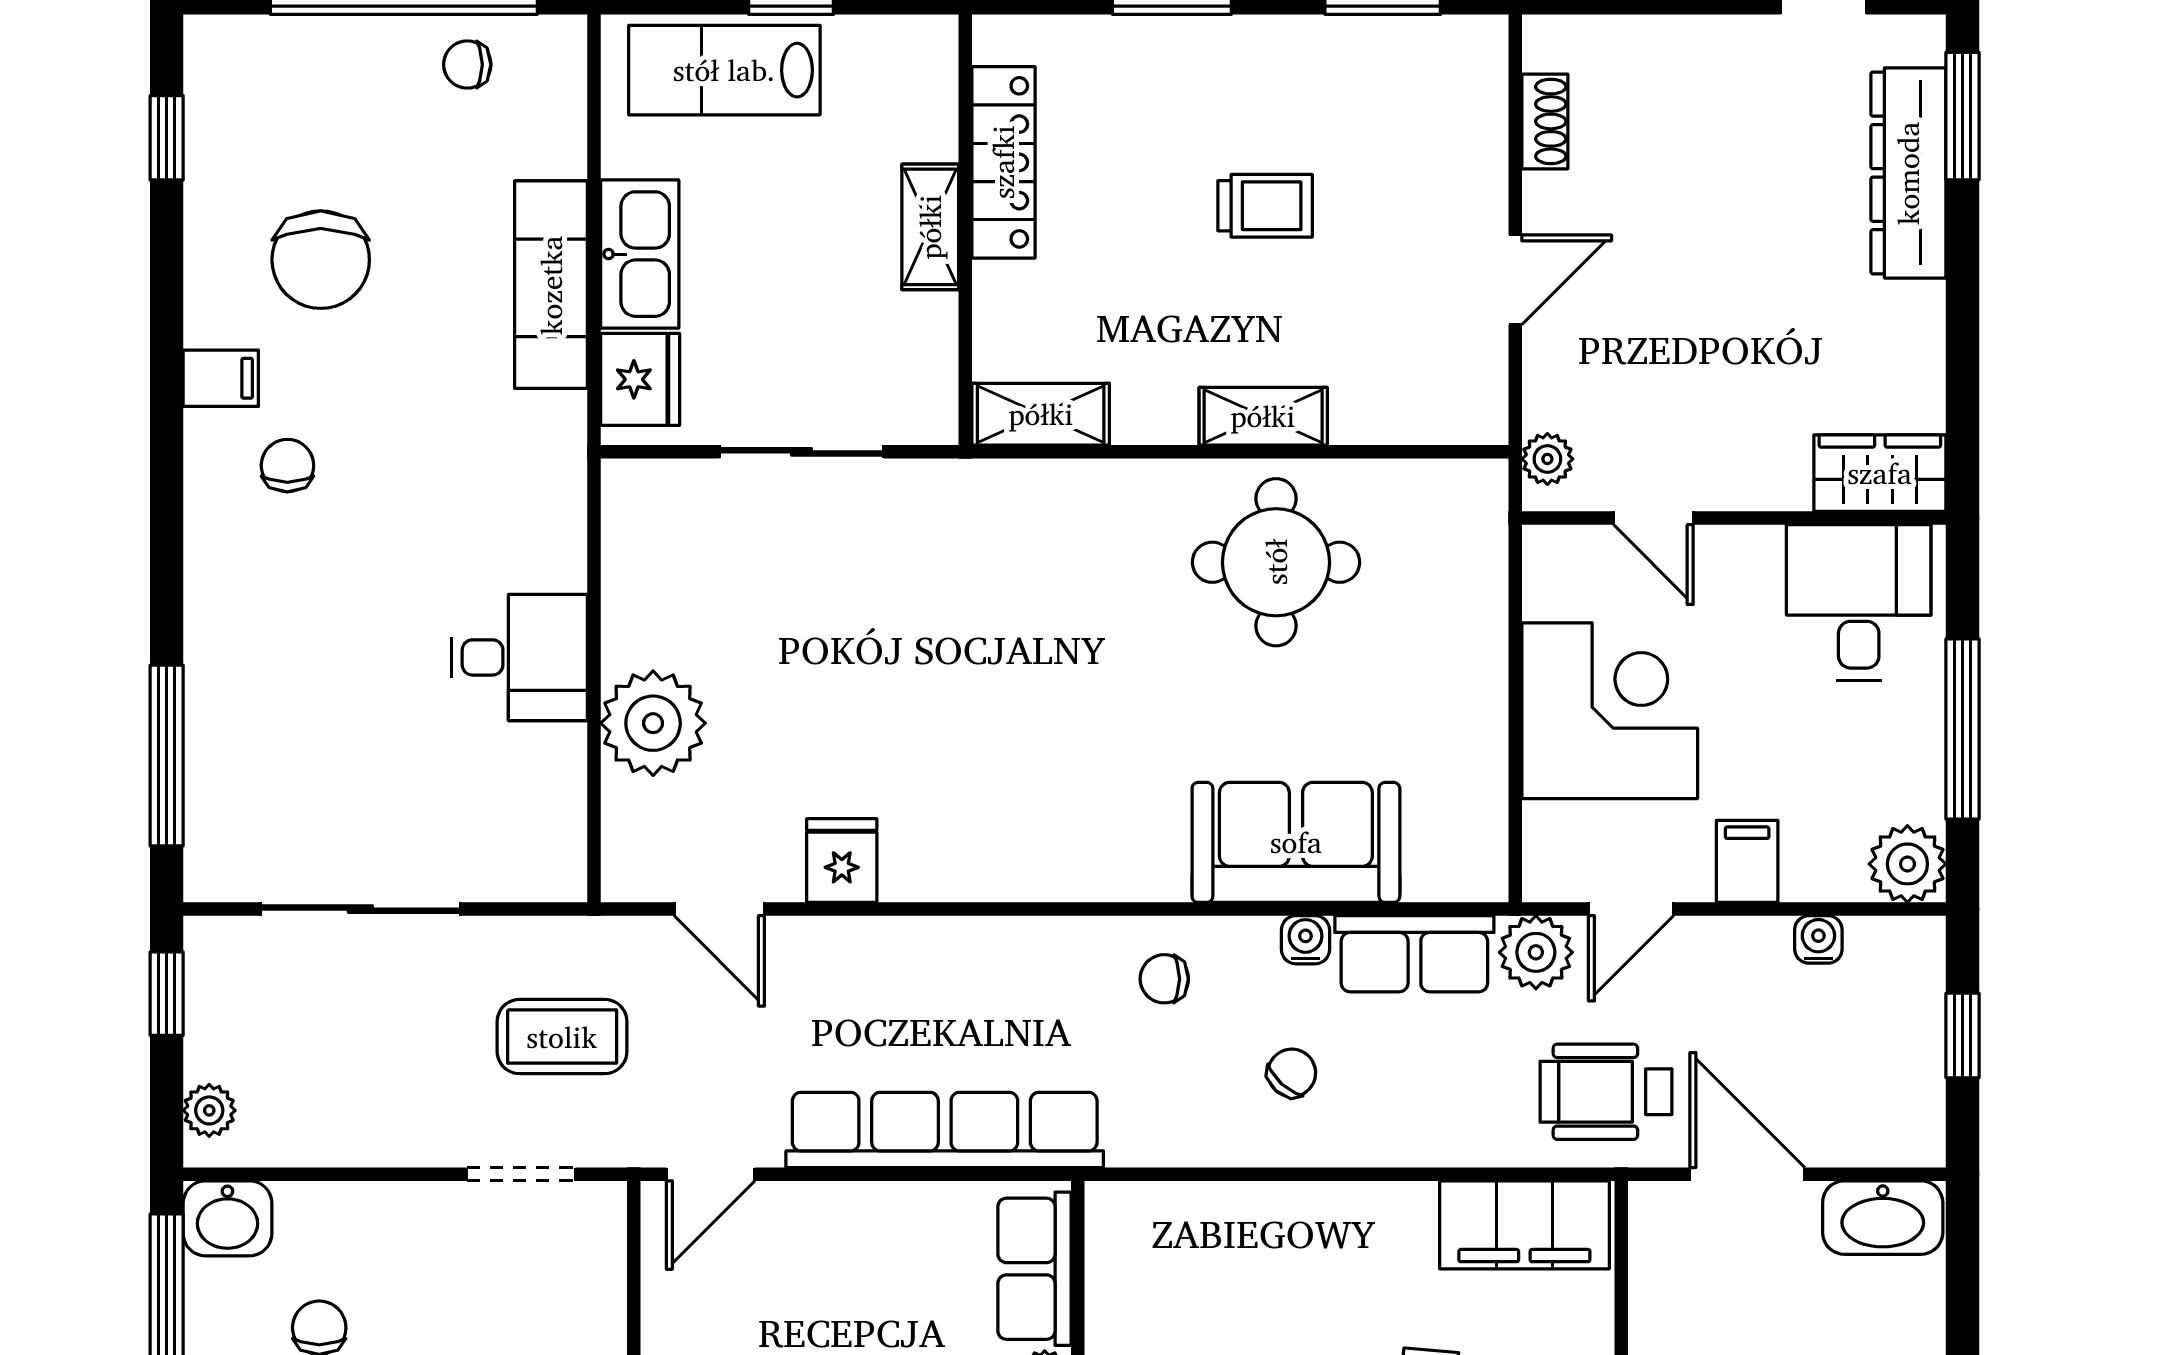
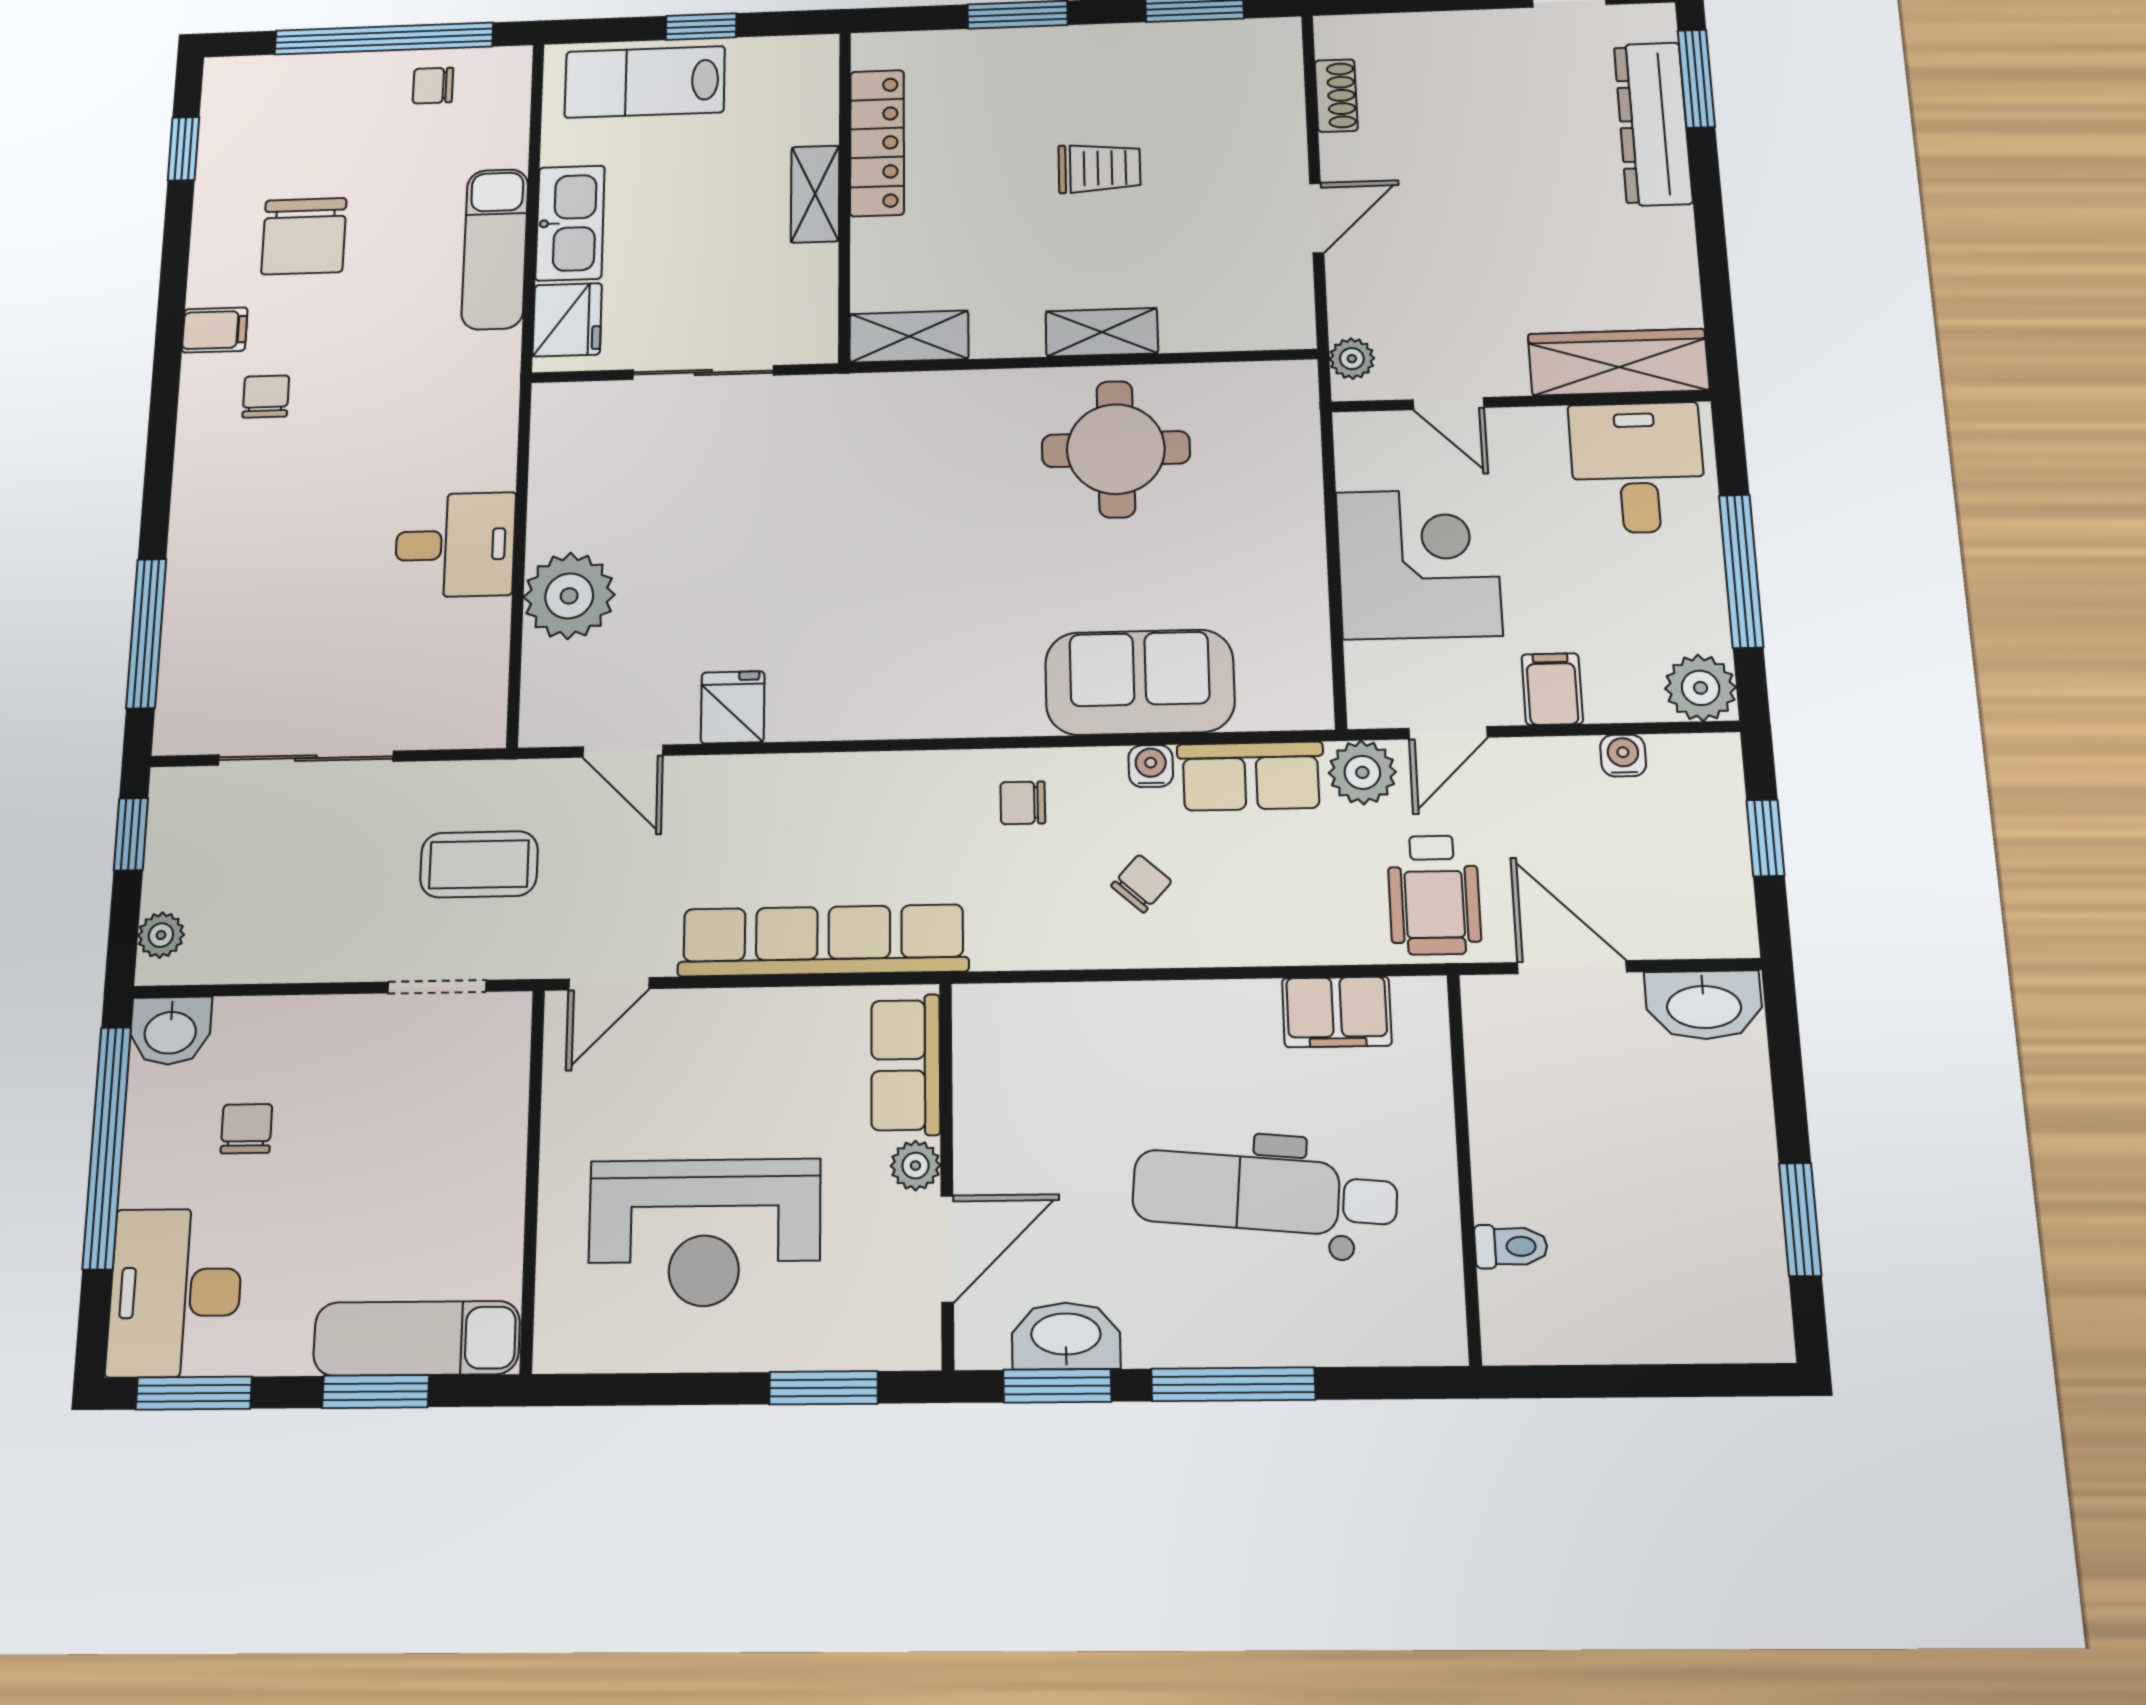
wardrobe: (1880, 473) -> (1618, 362), width x1.50
wheelchair: (1606, 1092) -> (1434, 895), turned -90
filing cabinet: (1524, 1225) -> (1337, 1012), width x0.67, depth x0.86

